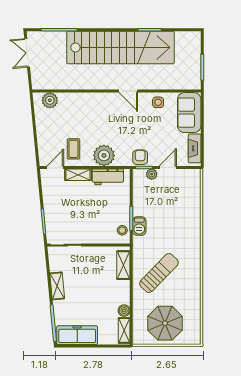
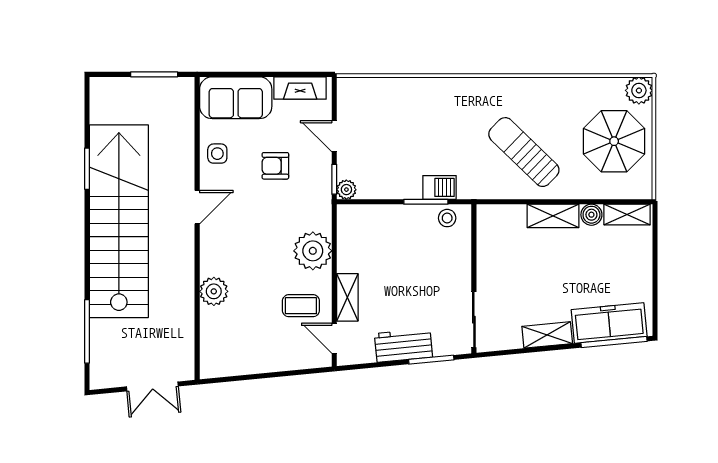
double door: (27, 53) -> (152, 386), moved
plant: (50, 100) -> (214, 291), moved
armchair: (140, 157) -> (275, 166), moved
plant: (152, 174) -> (346, 190), moved
workbench: (108, 177) -> (403, 345), moved, turned -95
shelving: (123, 265) -> (553, 216), moved
freezer: (77, 335) -> (609, 323), moved, turned 85
plant: (193, 337) -> (639, 90), added

